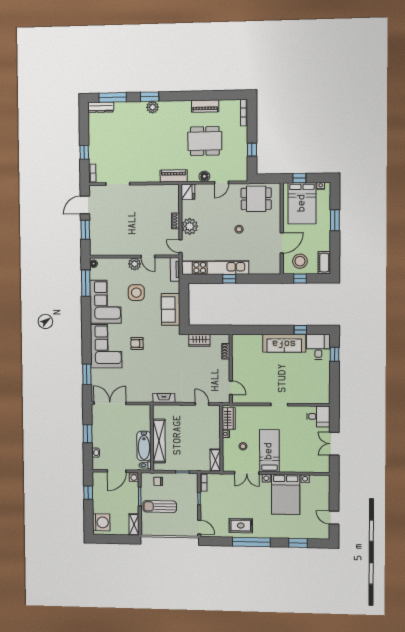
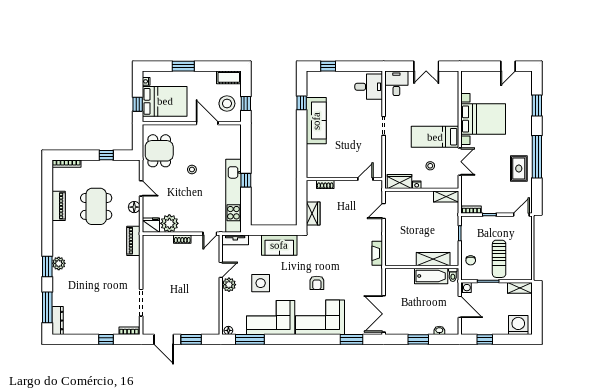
plant: (190, 226) -> (169, 223), moved
desk: (318, 347) -> (369, 87), moved, turned 180
shelving: (159, 441) -> (433, 259), width x0.68

